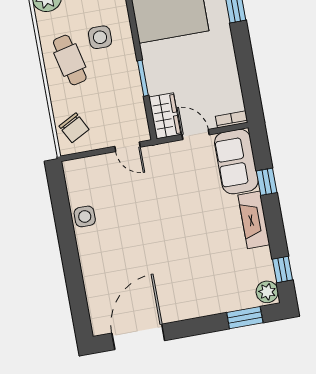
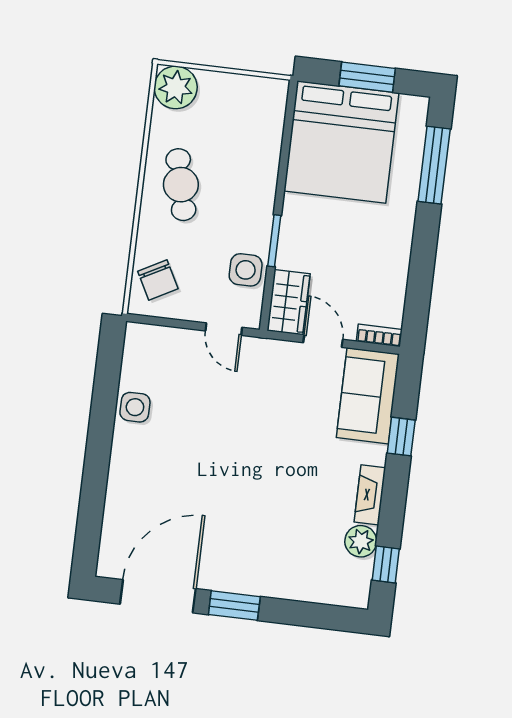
side table: (100, 37) -> (246, 270), moved
fireplace: (254, 220) -> (370, 495), width x0.73, depth x0.76
plant: (267, 292) -> (361, 541), moved
window: (245, 318) -> (234, 606), moved

